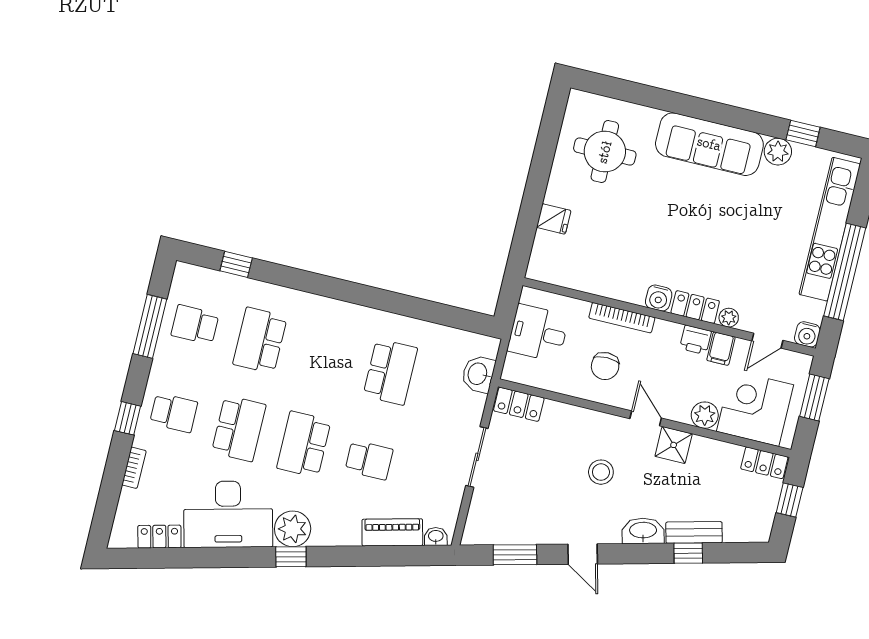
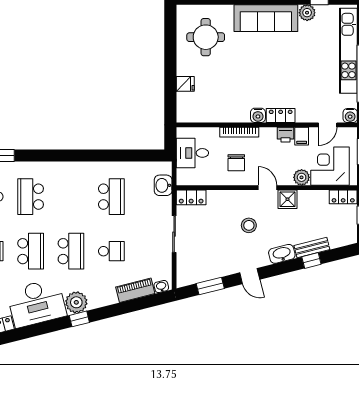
plant: (729, 318) -> (302, 117), removed
school desk: (304, 444) -> (71, 251), turned 180

